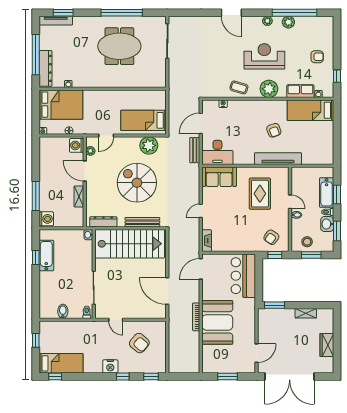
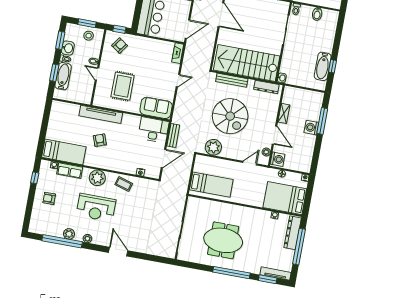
window: (122, 13) -> (231, 273), moved
bed: (144, 120) -> (211, 185), moved
washing machine: (46, 219) -> (311, 128), moved

